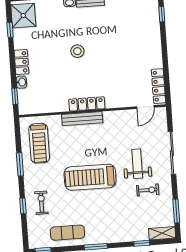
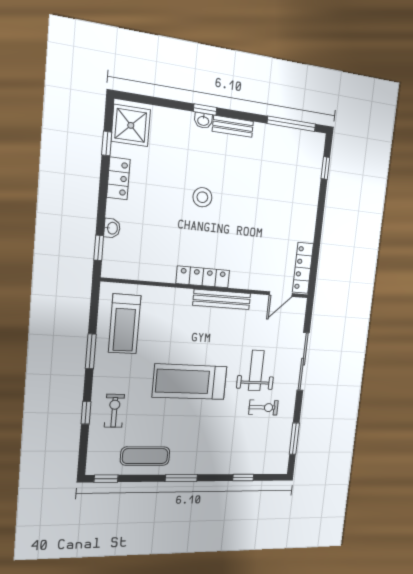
locker: (22, 62) -> (118, 178), moved
bench: (82, 119) -> (222, 299), moved
shelving: (162, 233) -> (271, 466), removed

